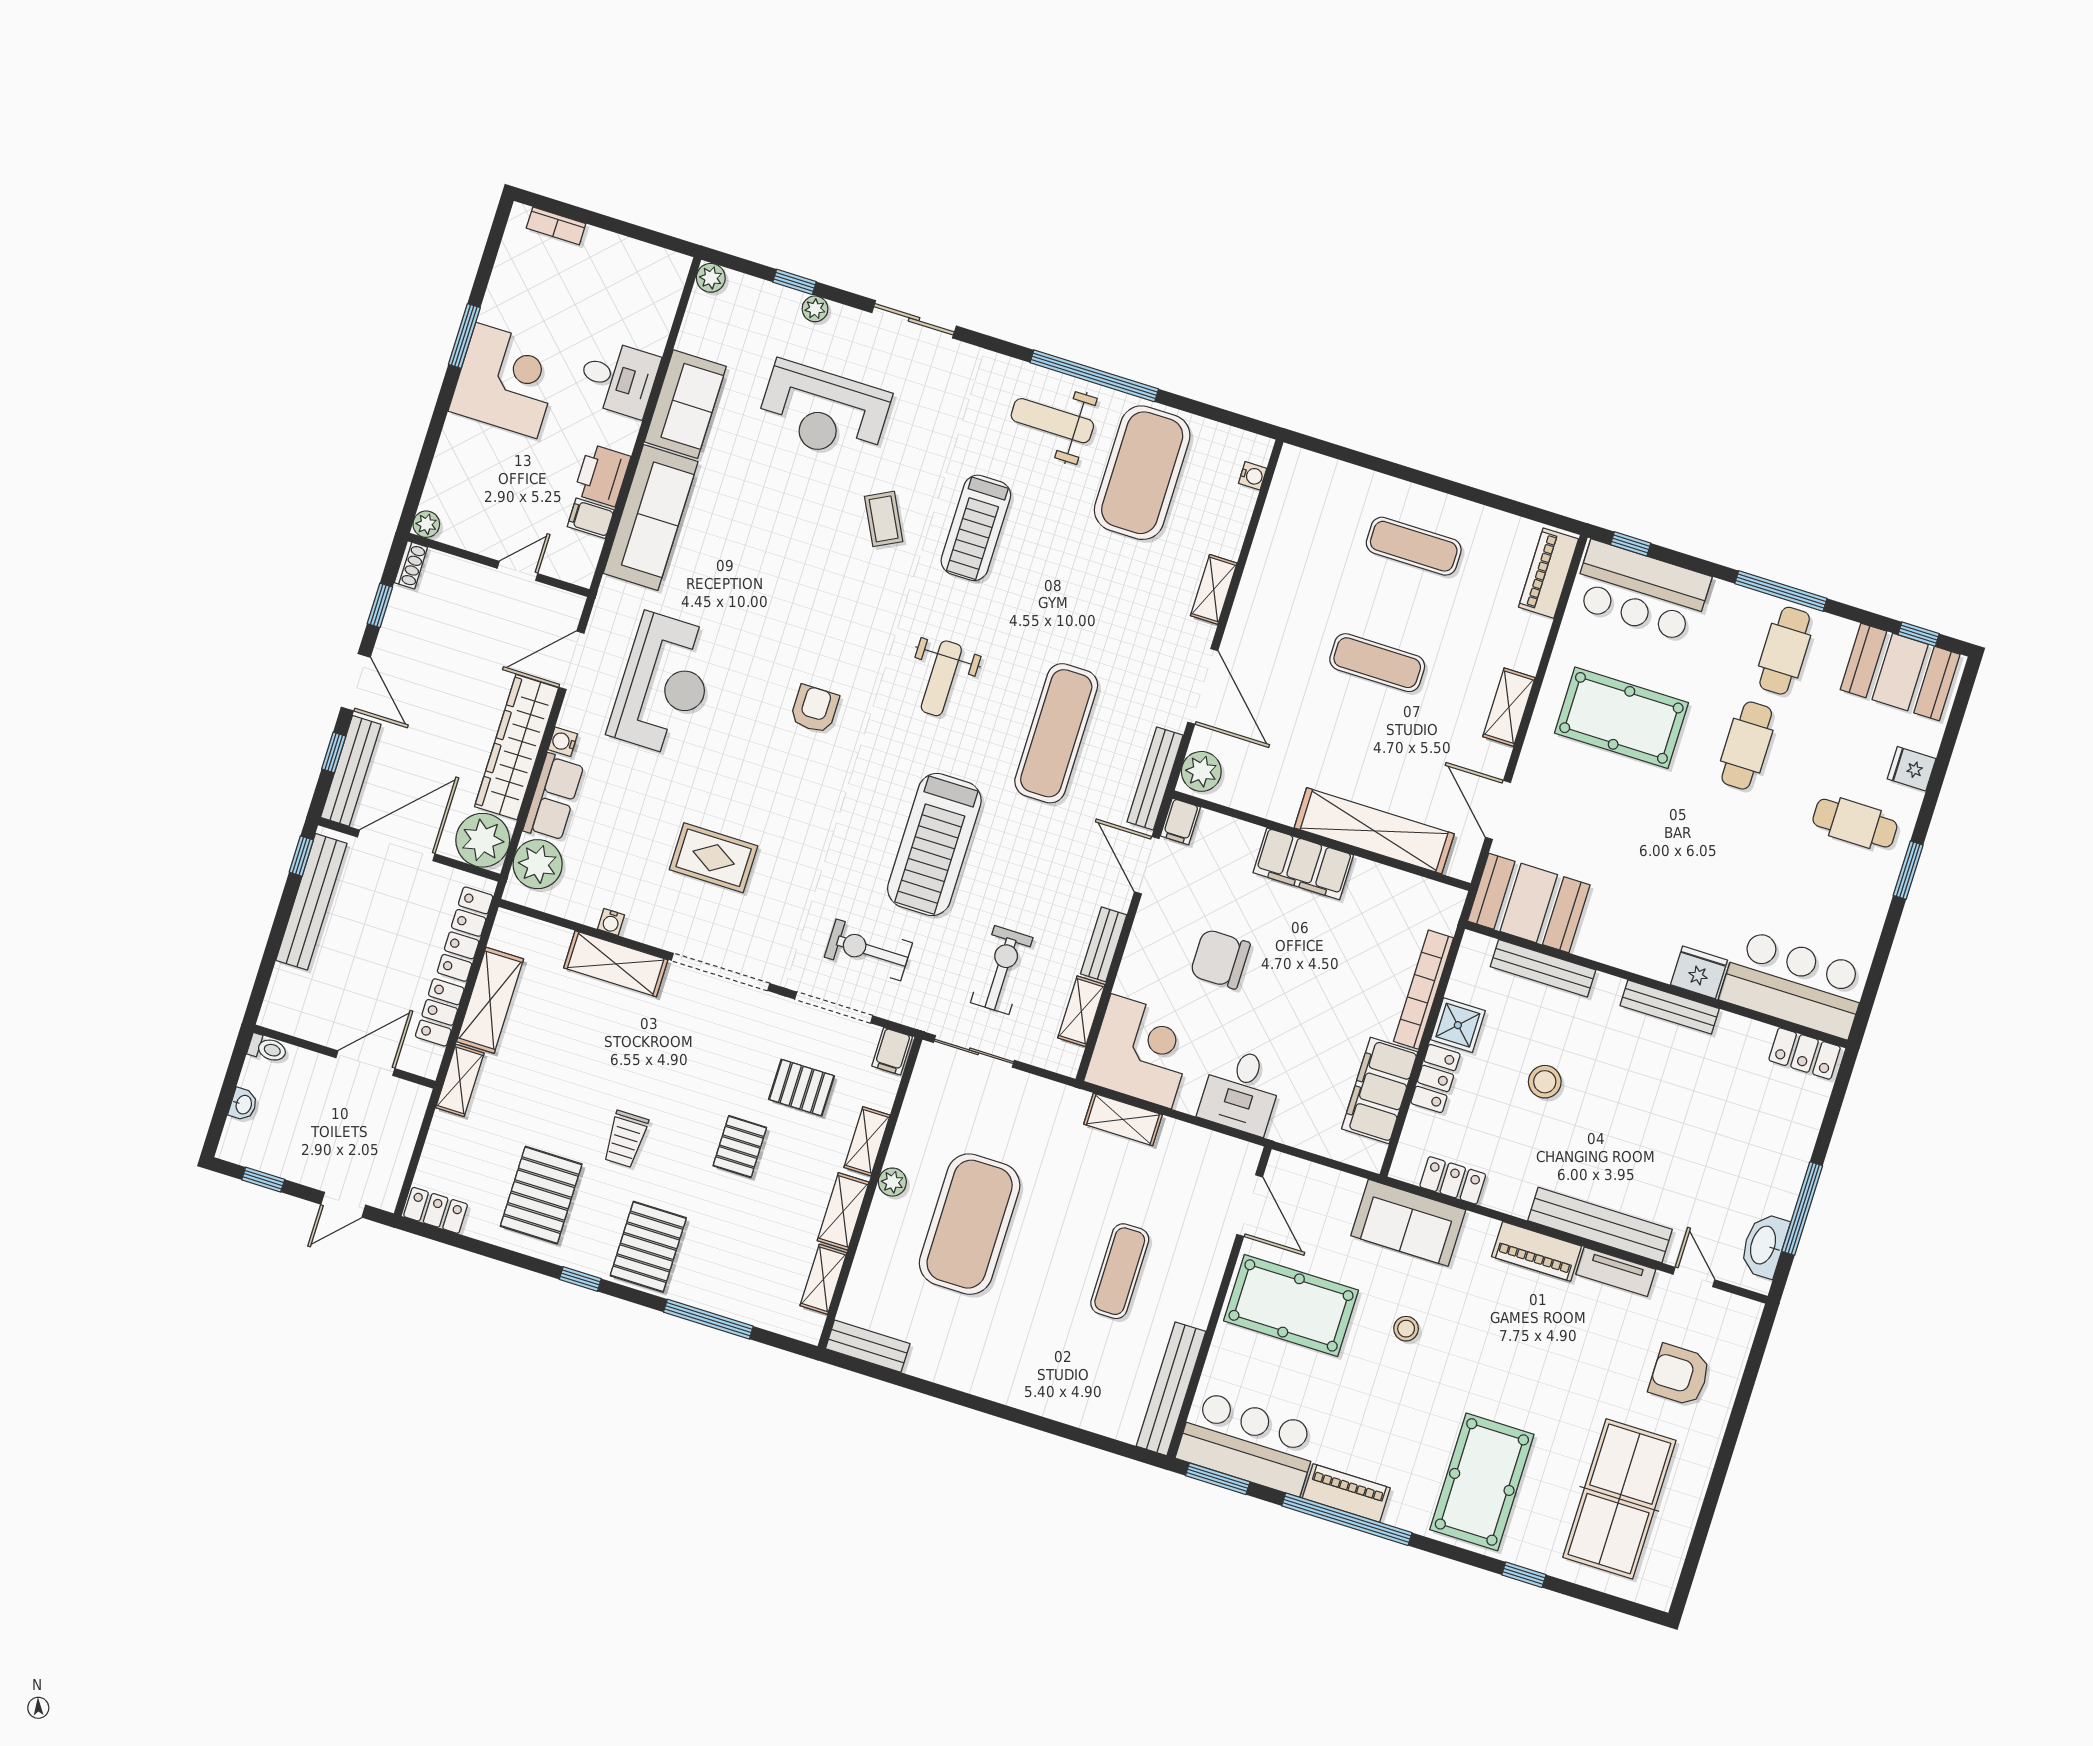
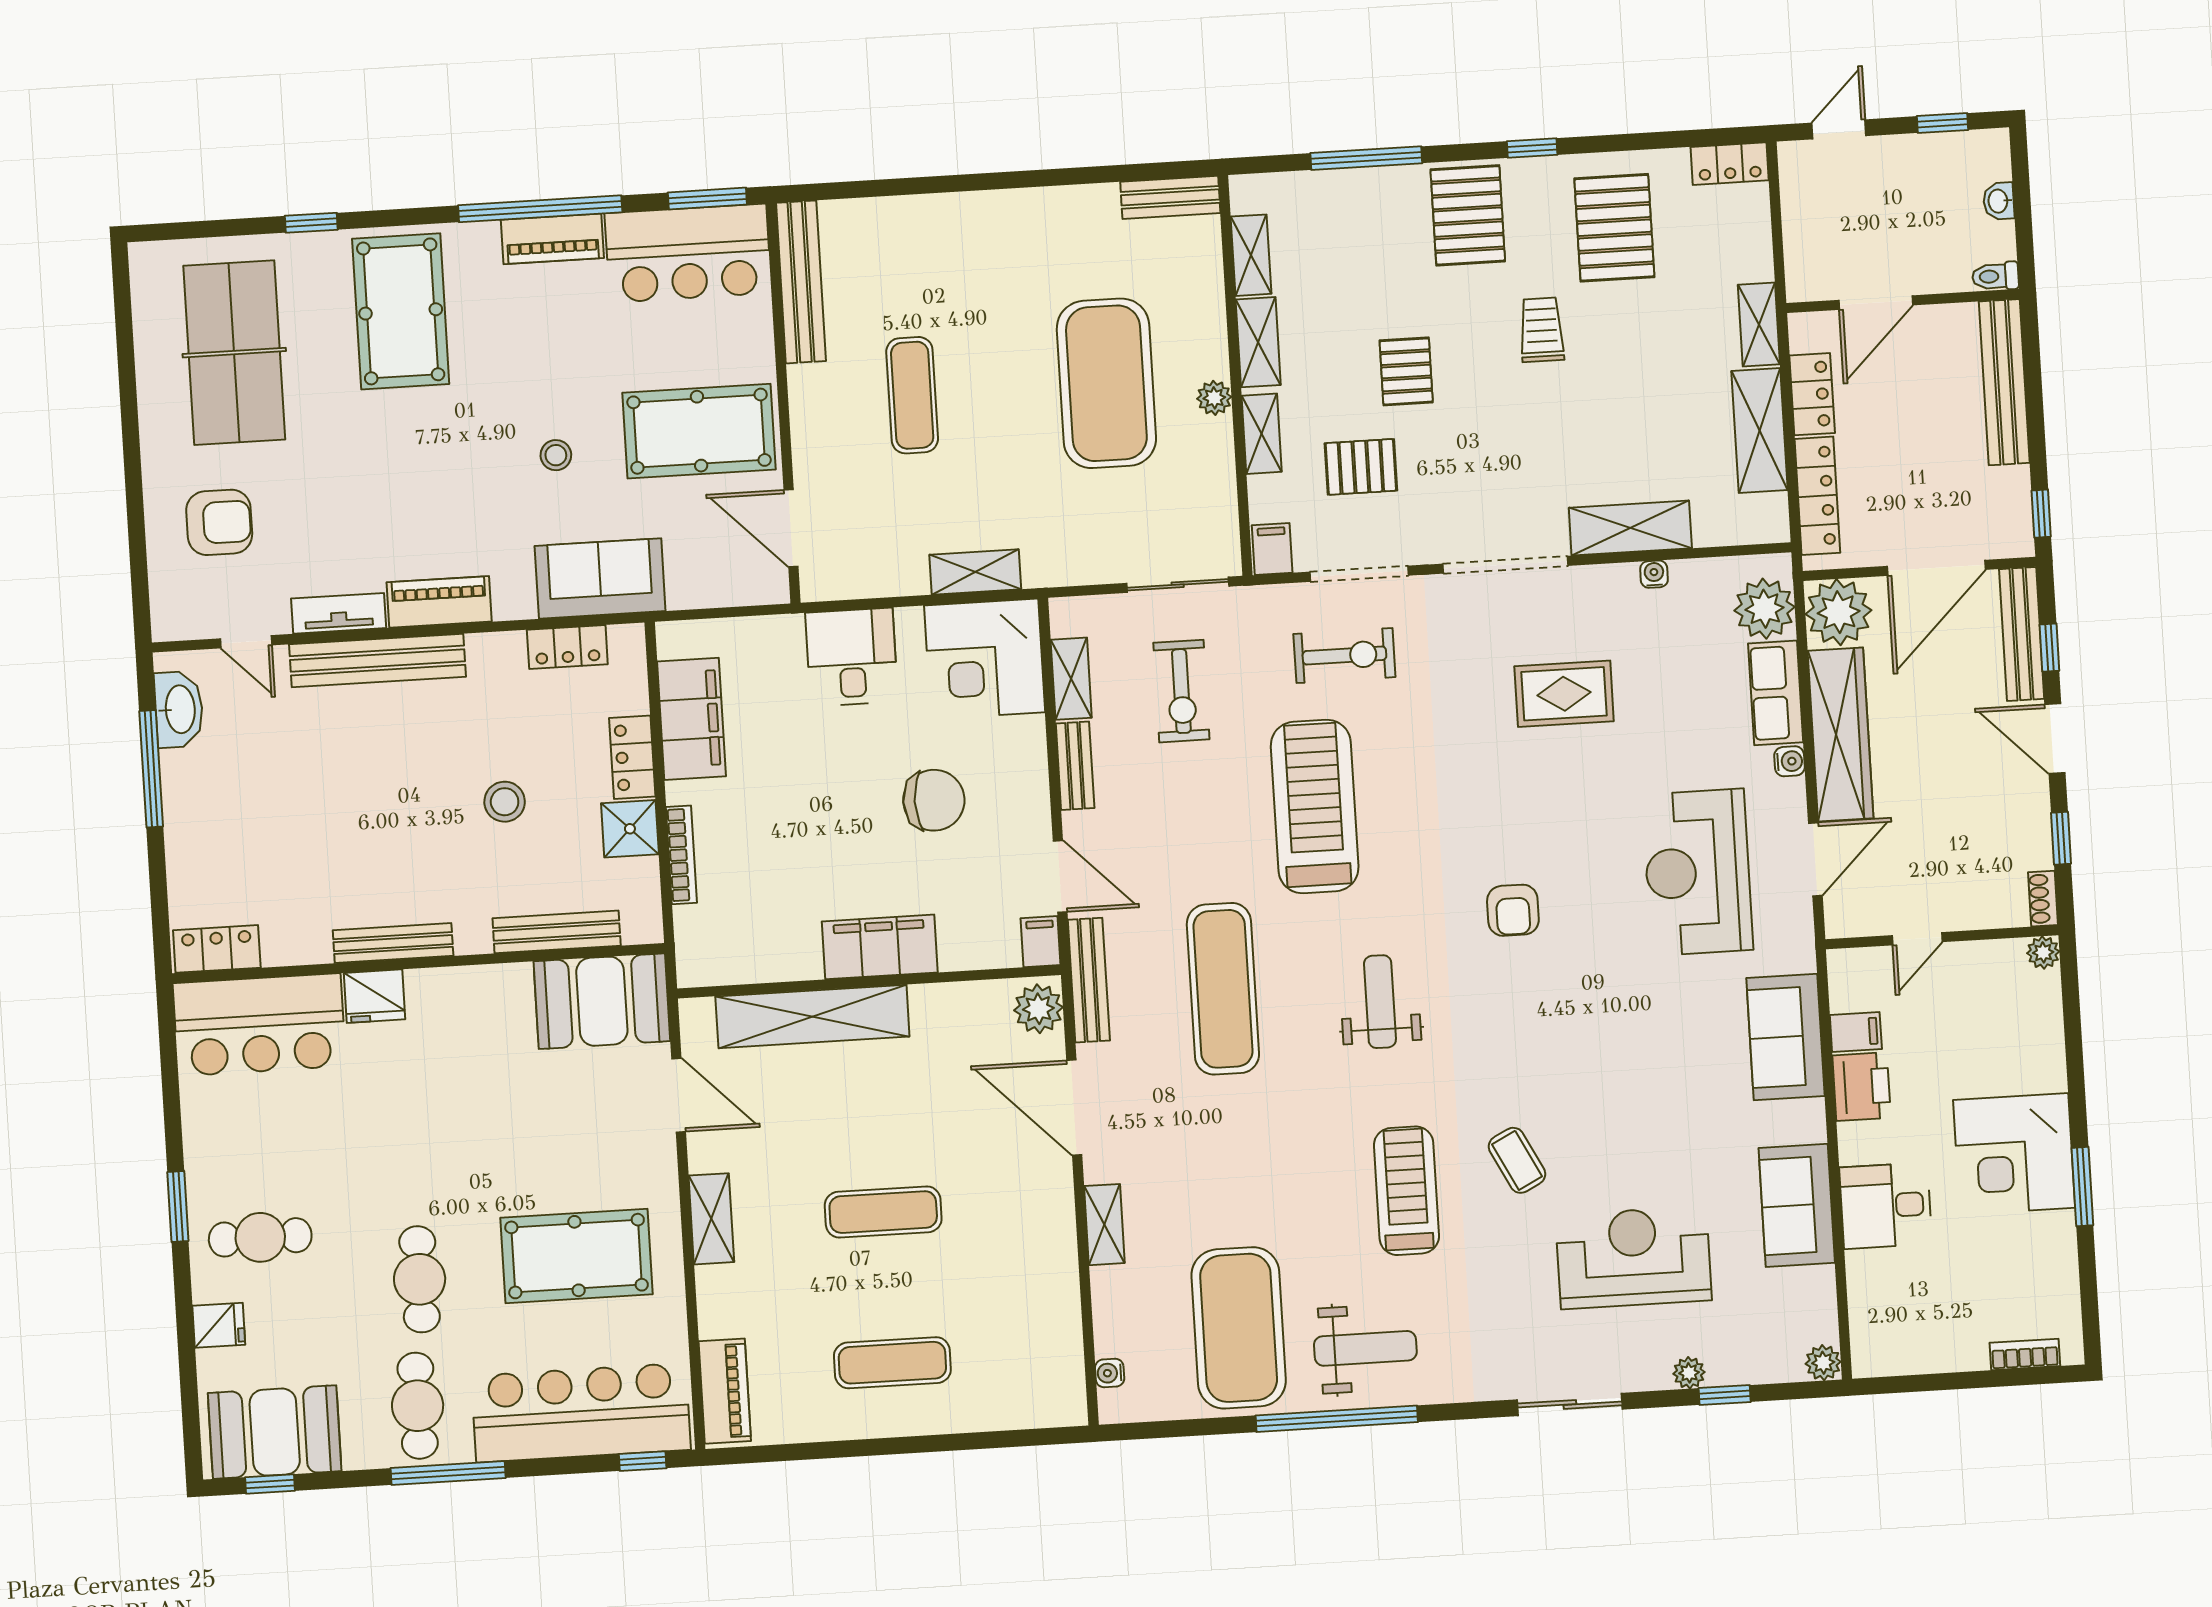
sofa: (651, 518) -> (1786, 1037), width x0.73
bar counter: (1641, 591) -> (581, 1413), width x1.36
bench: (311, 902) -> (2004, 382), moved
bookcase: (1424, 990) -> (681, 855), width x0.68, depth x0.76

